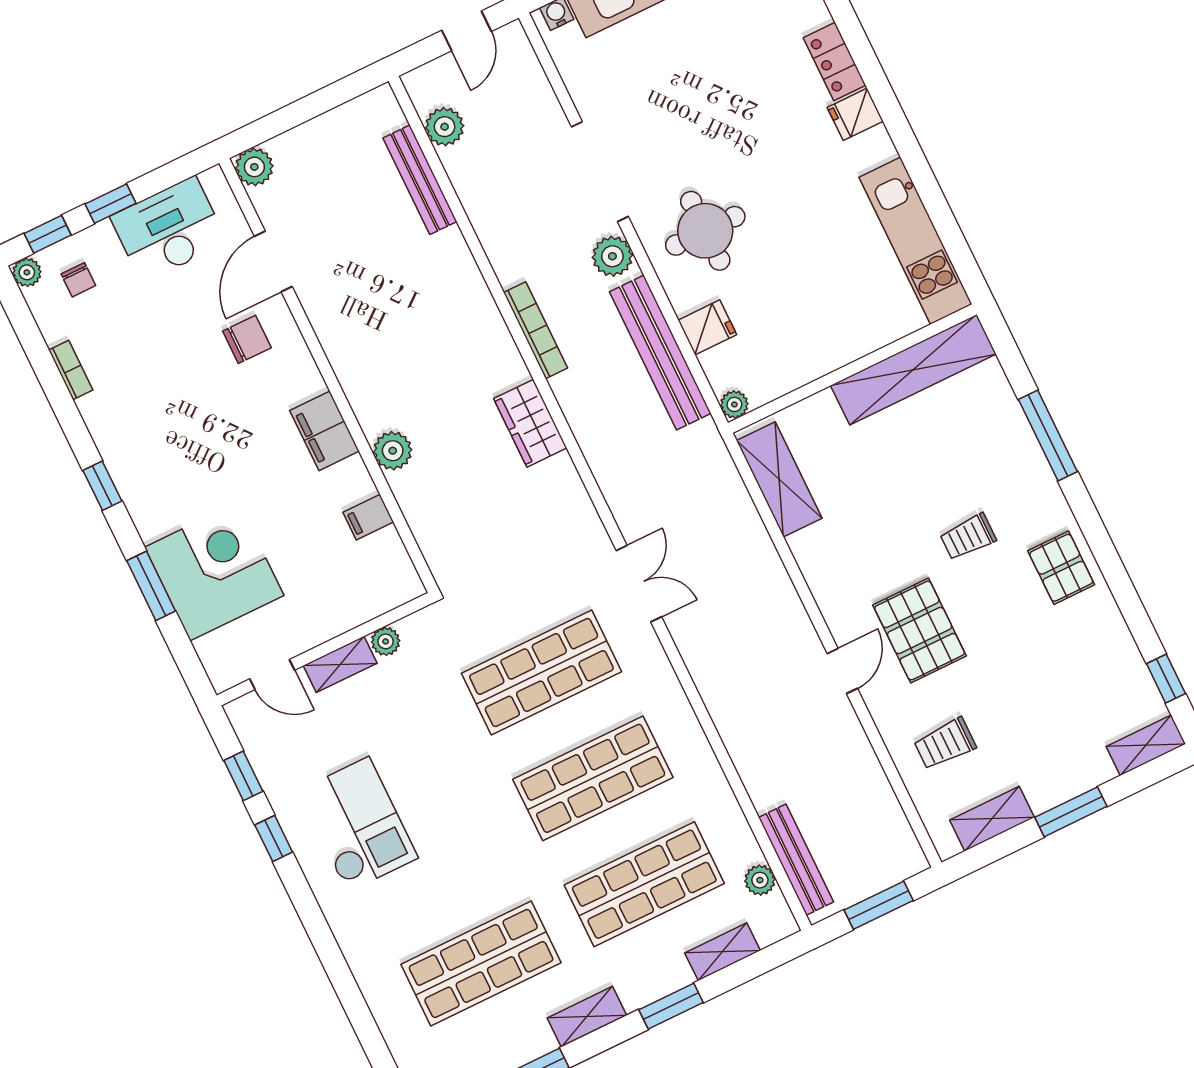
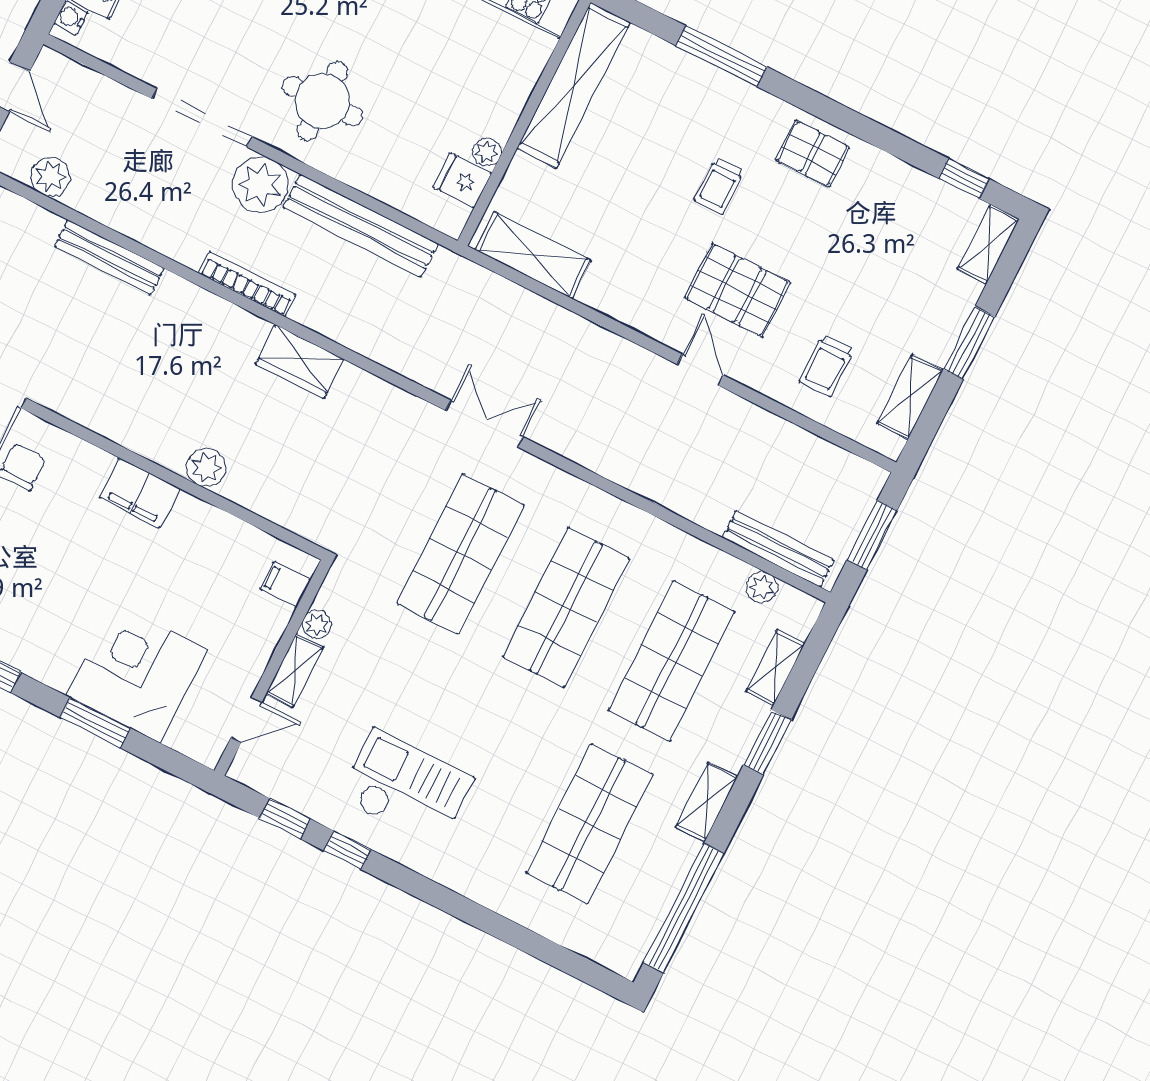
bench: (420, 180) -> (109, 257), moved
plant: (612, 256) -> (260, 185), width x1.36, depth x1.36
fridge: (707, 327) -> (462, 180), moved, turned -90
plant: (734, 404) -> (487, 152), moved
filing cabinet: (368, 517) -> (285, 584), moved, turned 90

